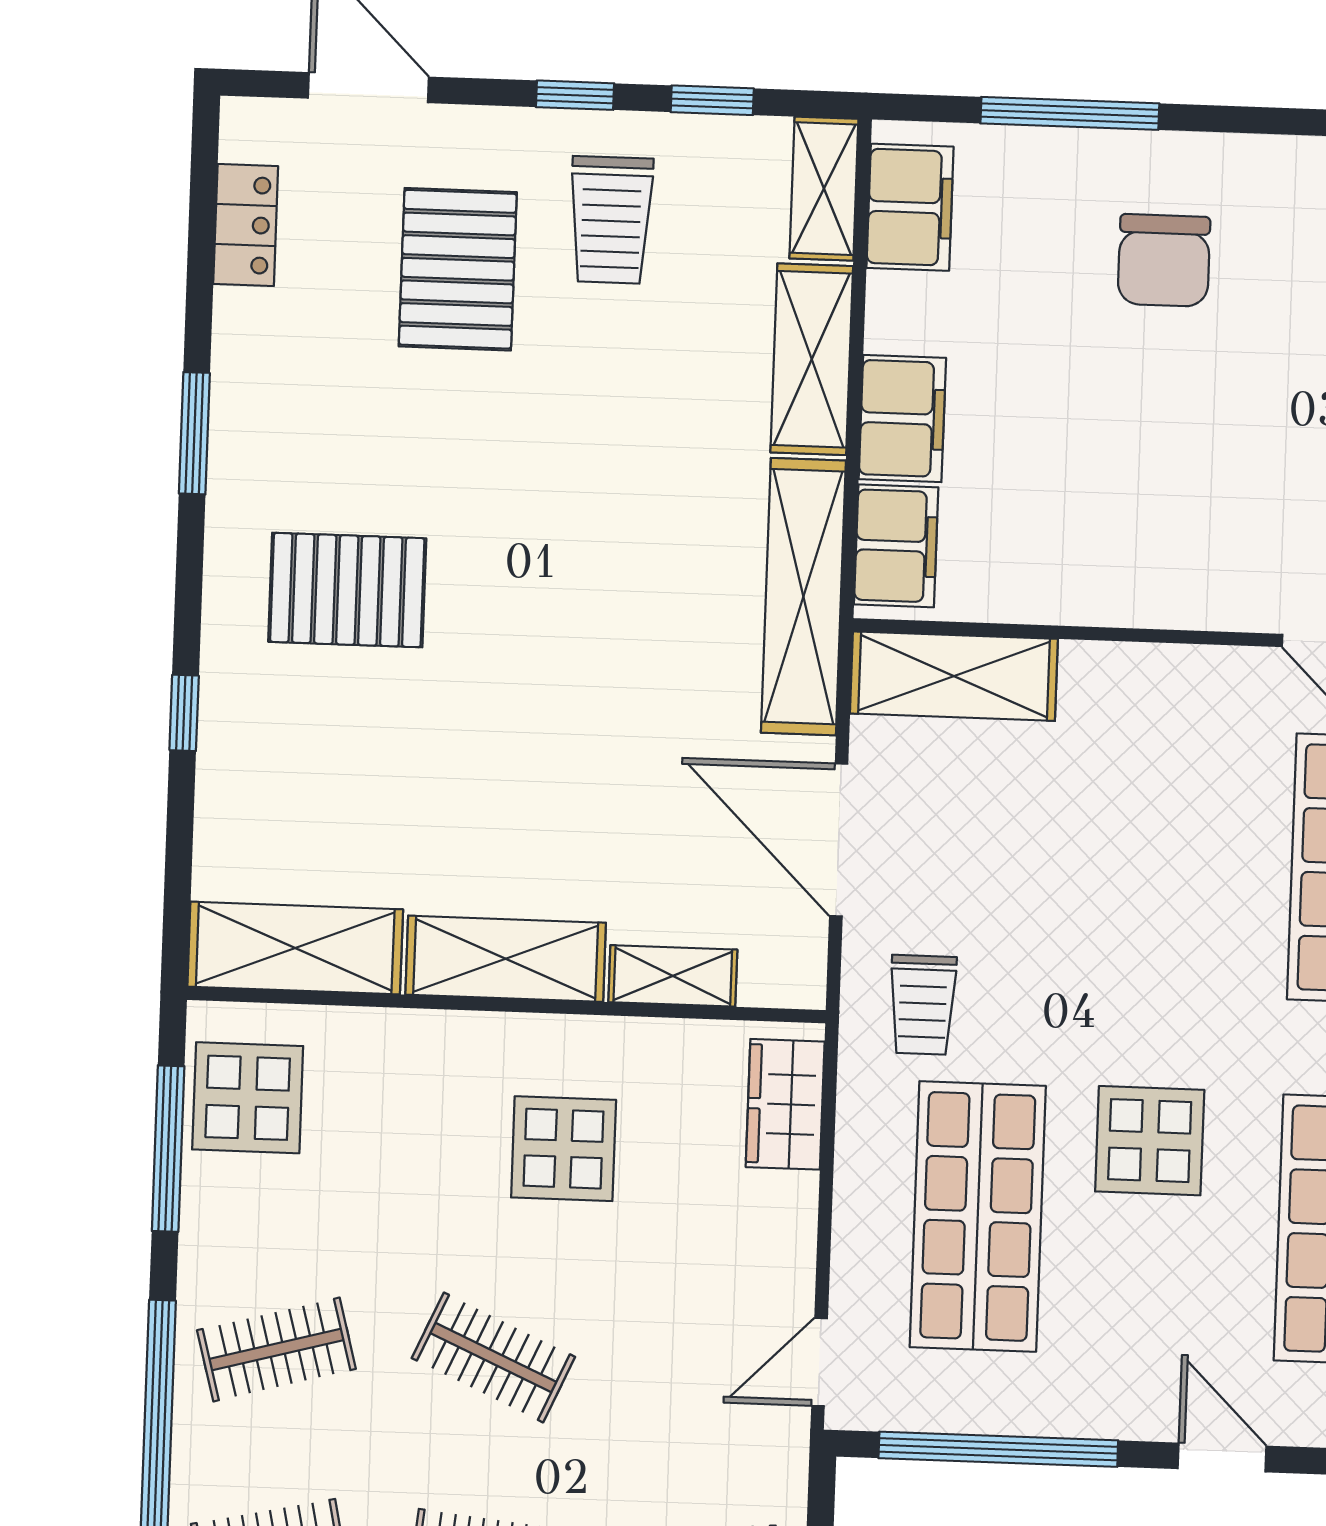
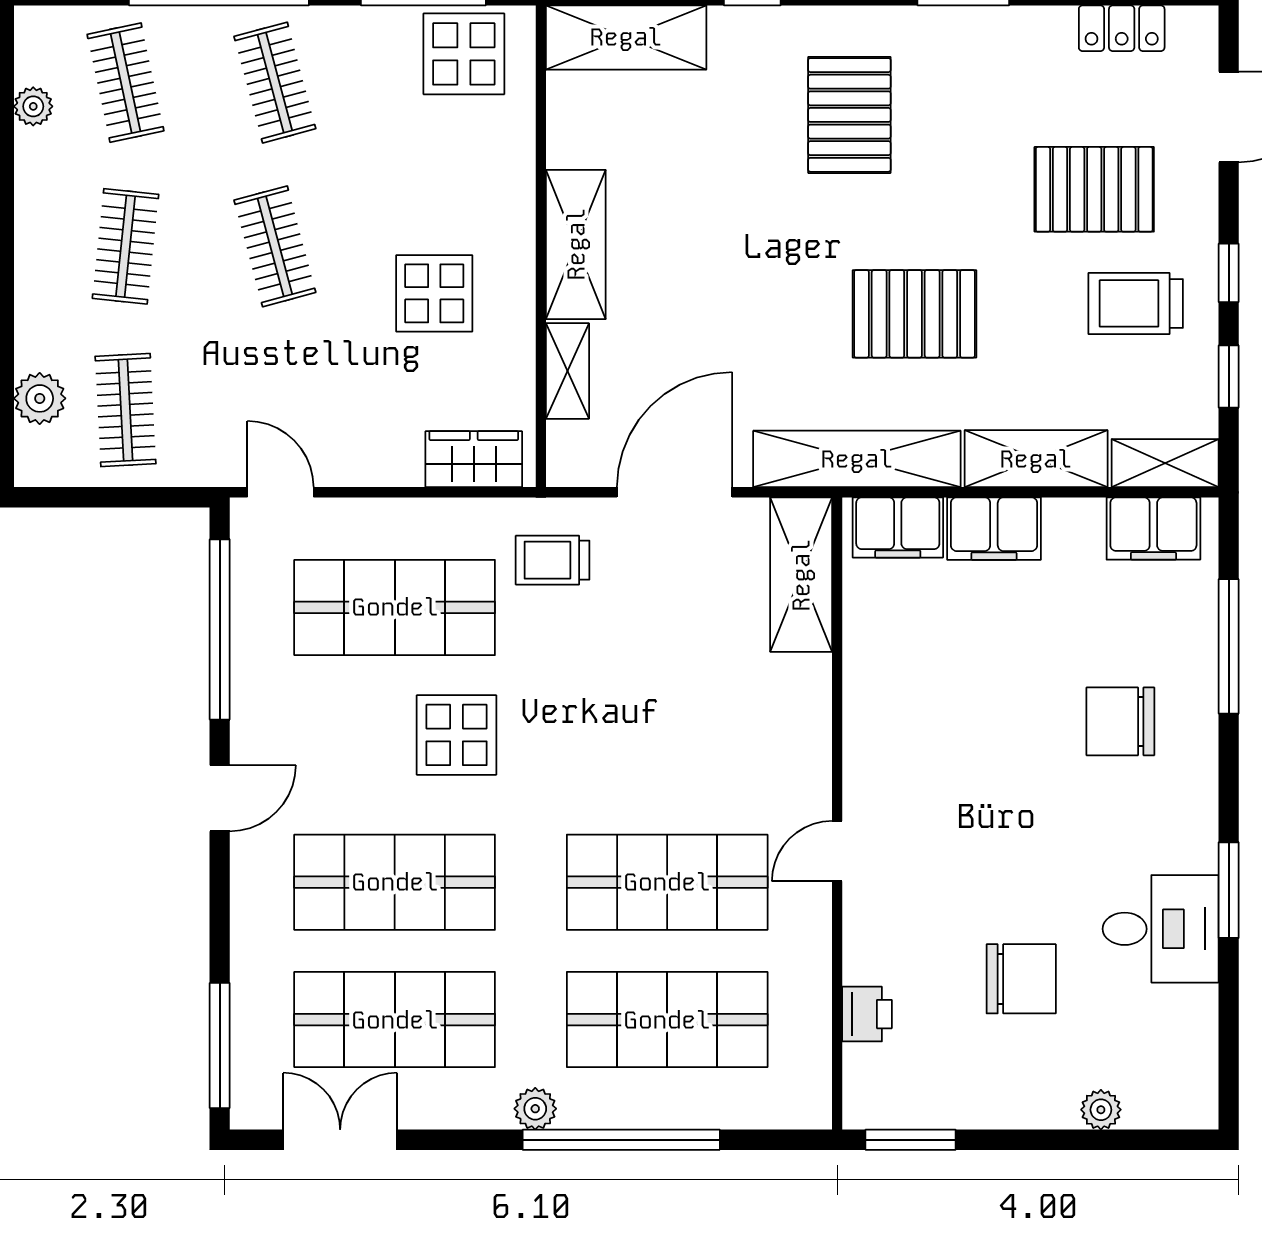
pallet: (614, 513) -> (914, 314), added
shelving: (295, 948) -> (626, 37), moved, turned 90
clothes rail: (493, 1357) -> (275, 246), turned -39

